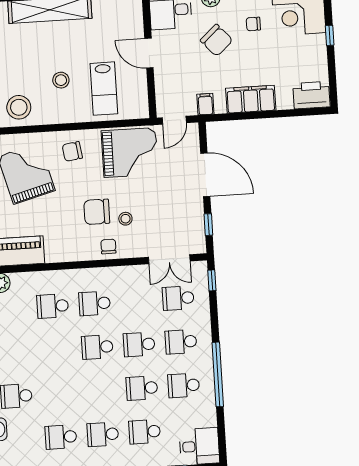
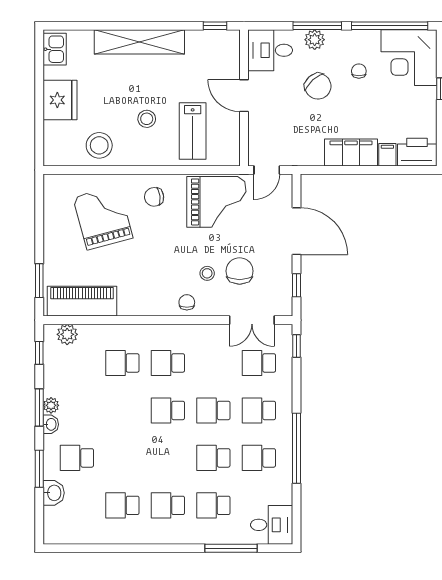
chair: (253, 24) -> (359, 71), turned 90
filing cabinet: (205, 104) -> (387, 155), moved
chair: (97, 212) -> (240, 271), moved, turned 90

